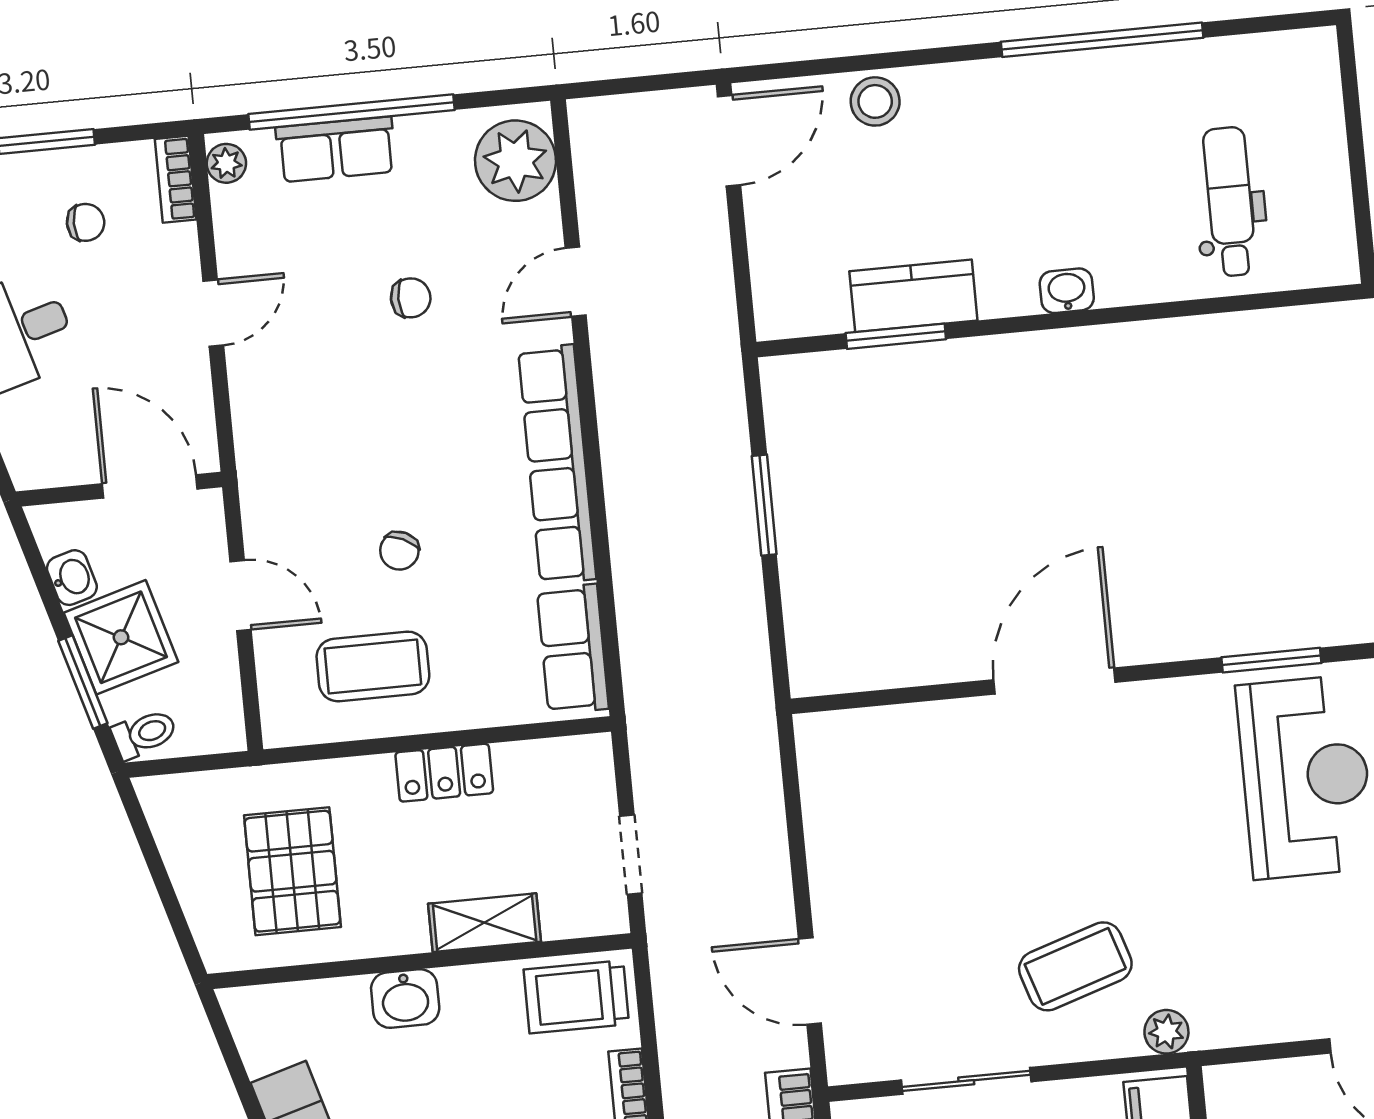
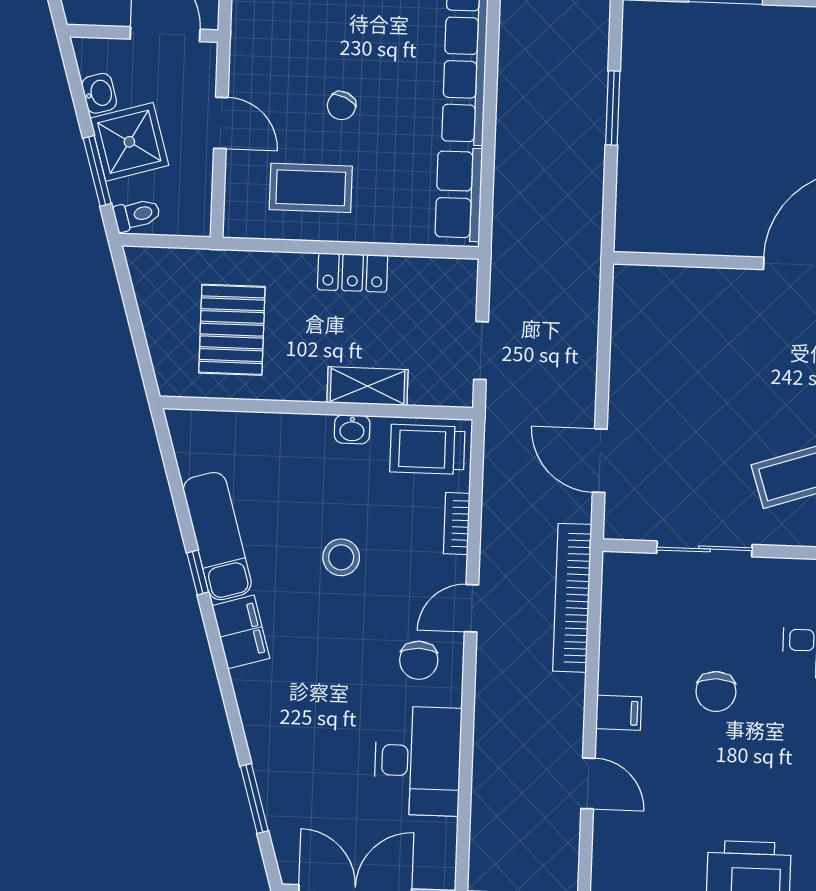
washbasin: (405, 999) -> (352, 429), moved, width x0.72, depth x0.69

